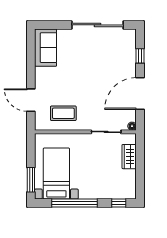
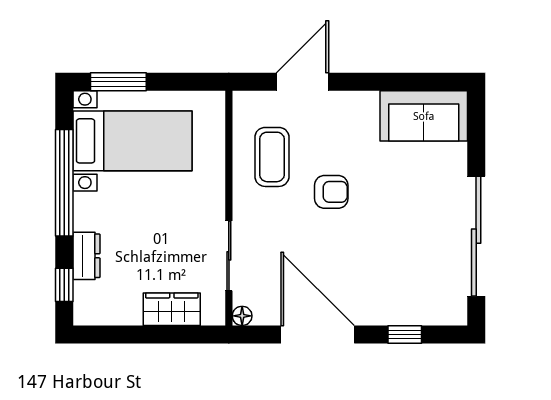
armchair: (78, 88) -> (331, 192), added
dresser: (106, 193) -> (86, 256), added

